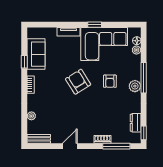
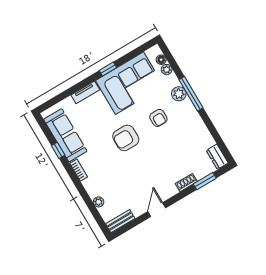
sofa: (36, 54) -> (65, 135), width x1.36
armchair: (78, 82) -> (126, 138), turned -58
plant: (135, 86) -> (179, 94), moved
dresser: (136, 123) -> (217, 157), moved
window: (144, 133) -> (225, 151), removed
window: (116, 146) -> (205, 181), width x0.69

